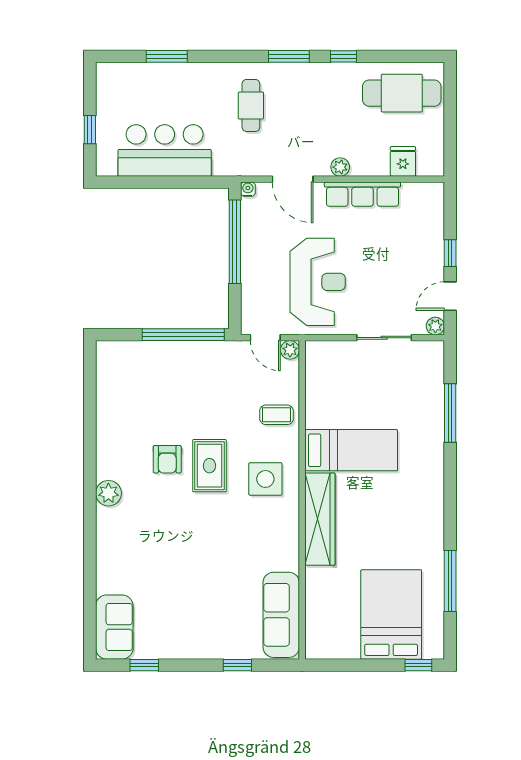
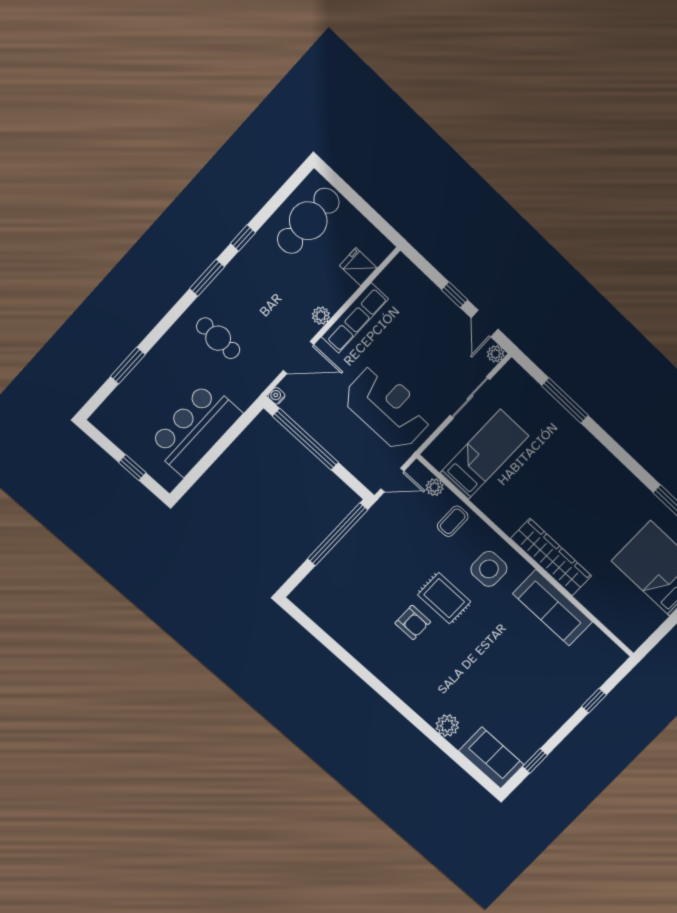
plant: (290, 350) -> (435, 487), moved
bed: (351, 450) -> (484, 454), moved
plant: (108, 493) -> (447, 725), moved
sofa: (281, 615) -> (553, 608), moved

